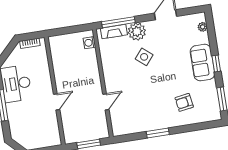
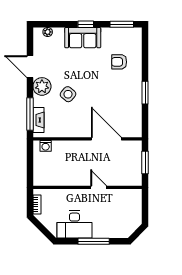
plant: (137, 32) -> (42, 86), moved
door: (106, 102) -> (106, 139), width x1.87
armchair: (184, 102) -> (119, 62), turned 99

